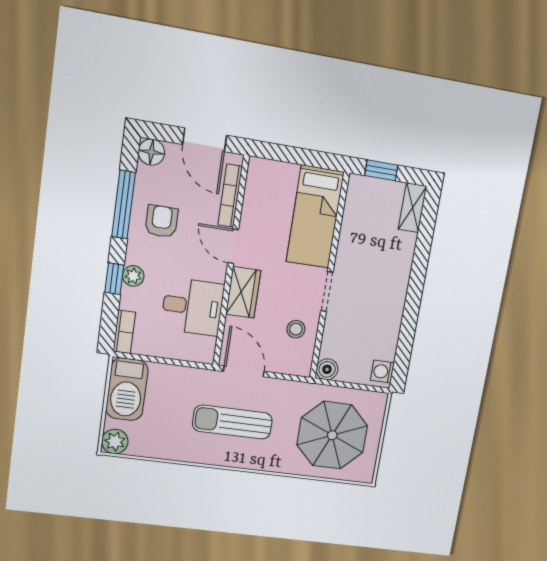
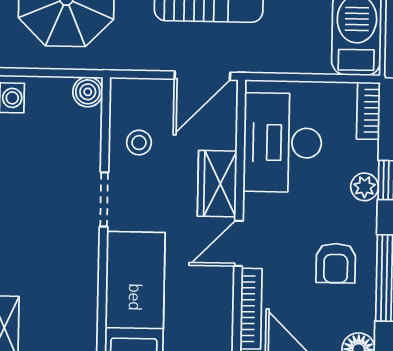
door: (233, 246) -> (239, 243), swing flipped
desk: (193, 307) -> (283, 143), width x1.37
door: (244, 371) -> (202, 76), hinge flipped

